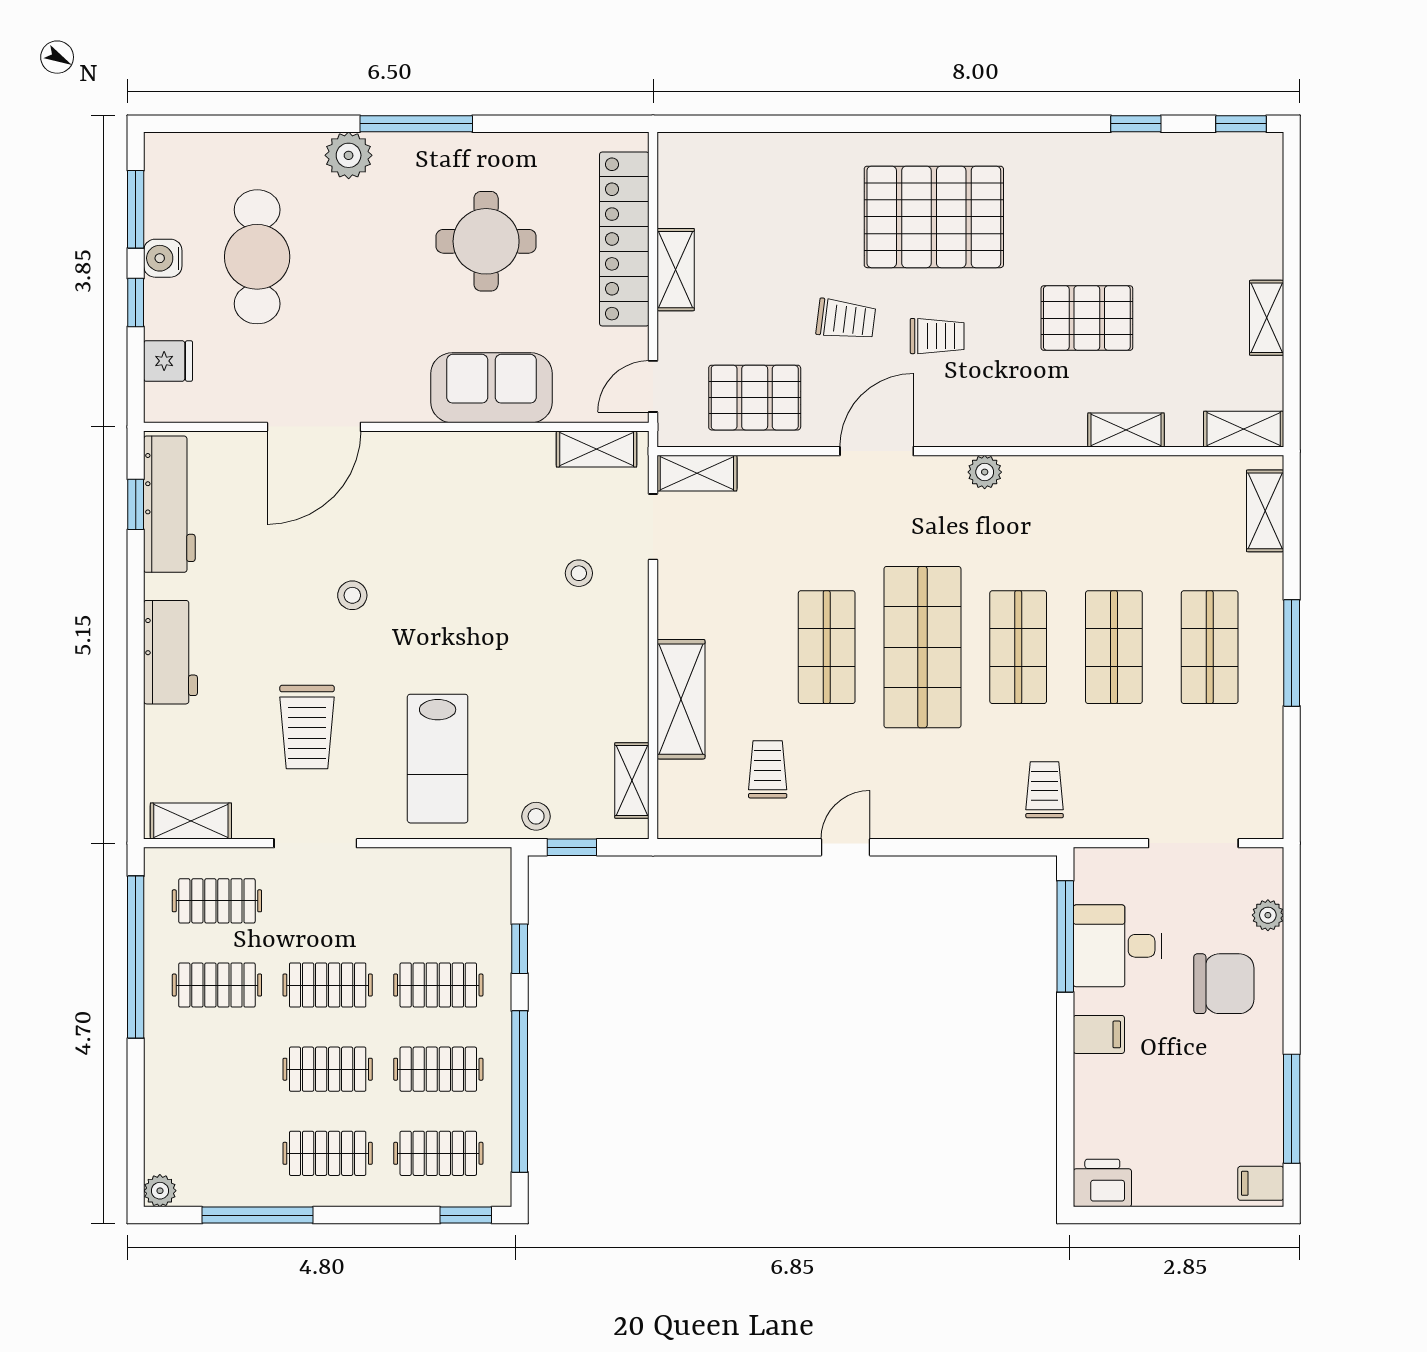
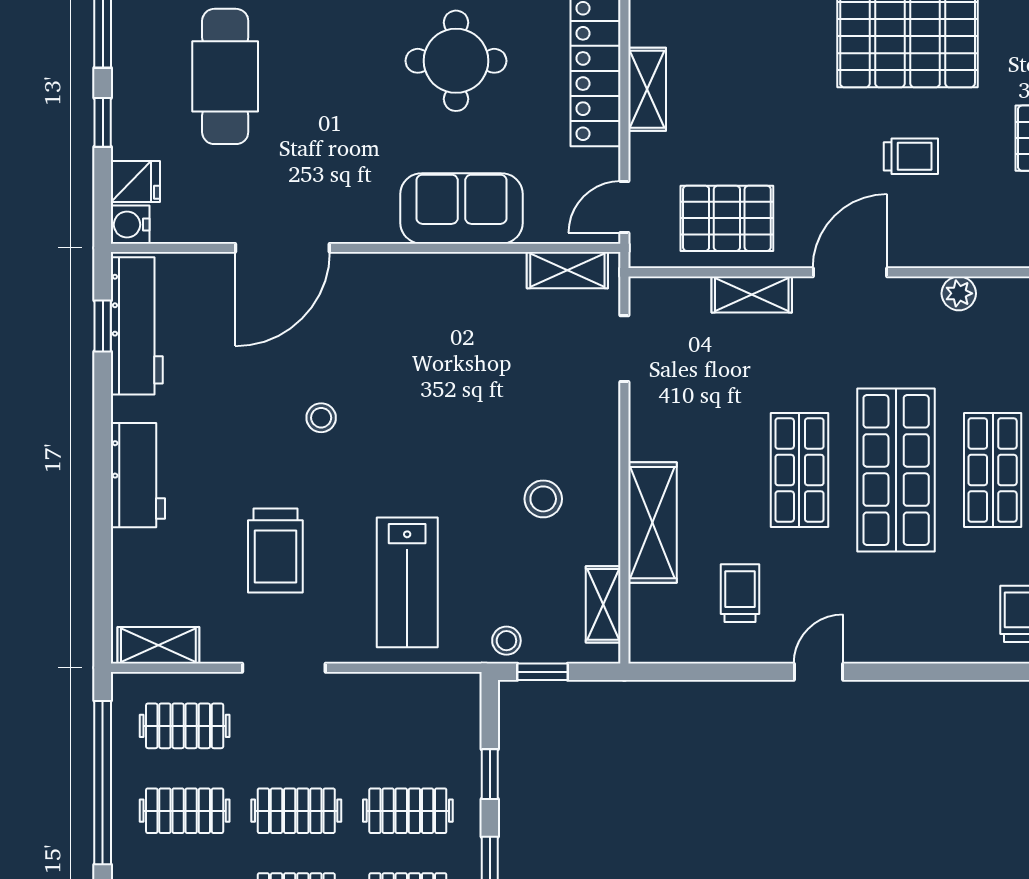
water cooler: (163, 258) -> (130, 225), moved
trolley: (846, 319) -> (819, 140), removed
shelving: (697, 473) -> (752, 294), moved
stool: (579, 573) -> (543, 499), moved, width x1.37, depth x1.37

